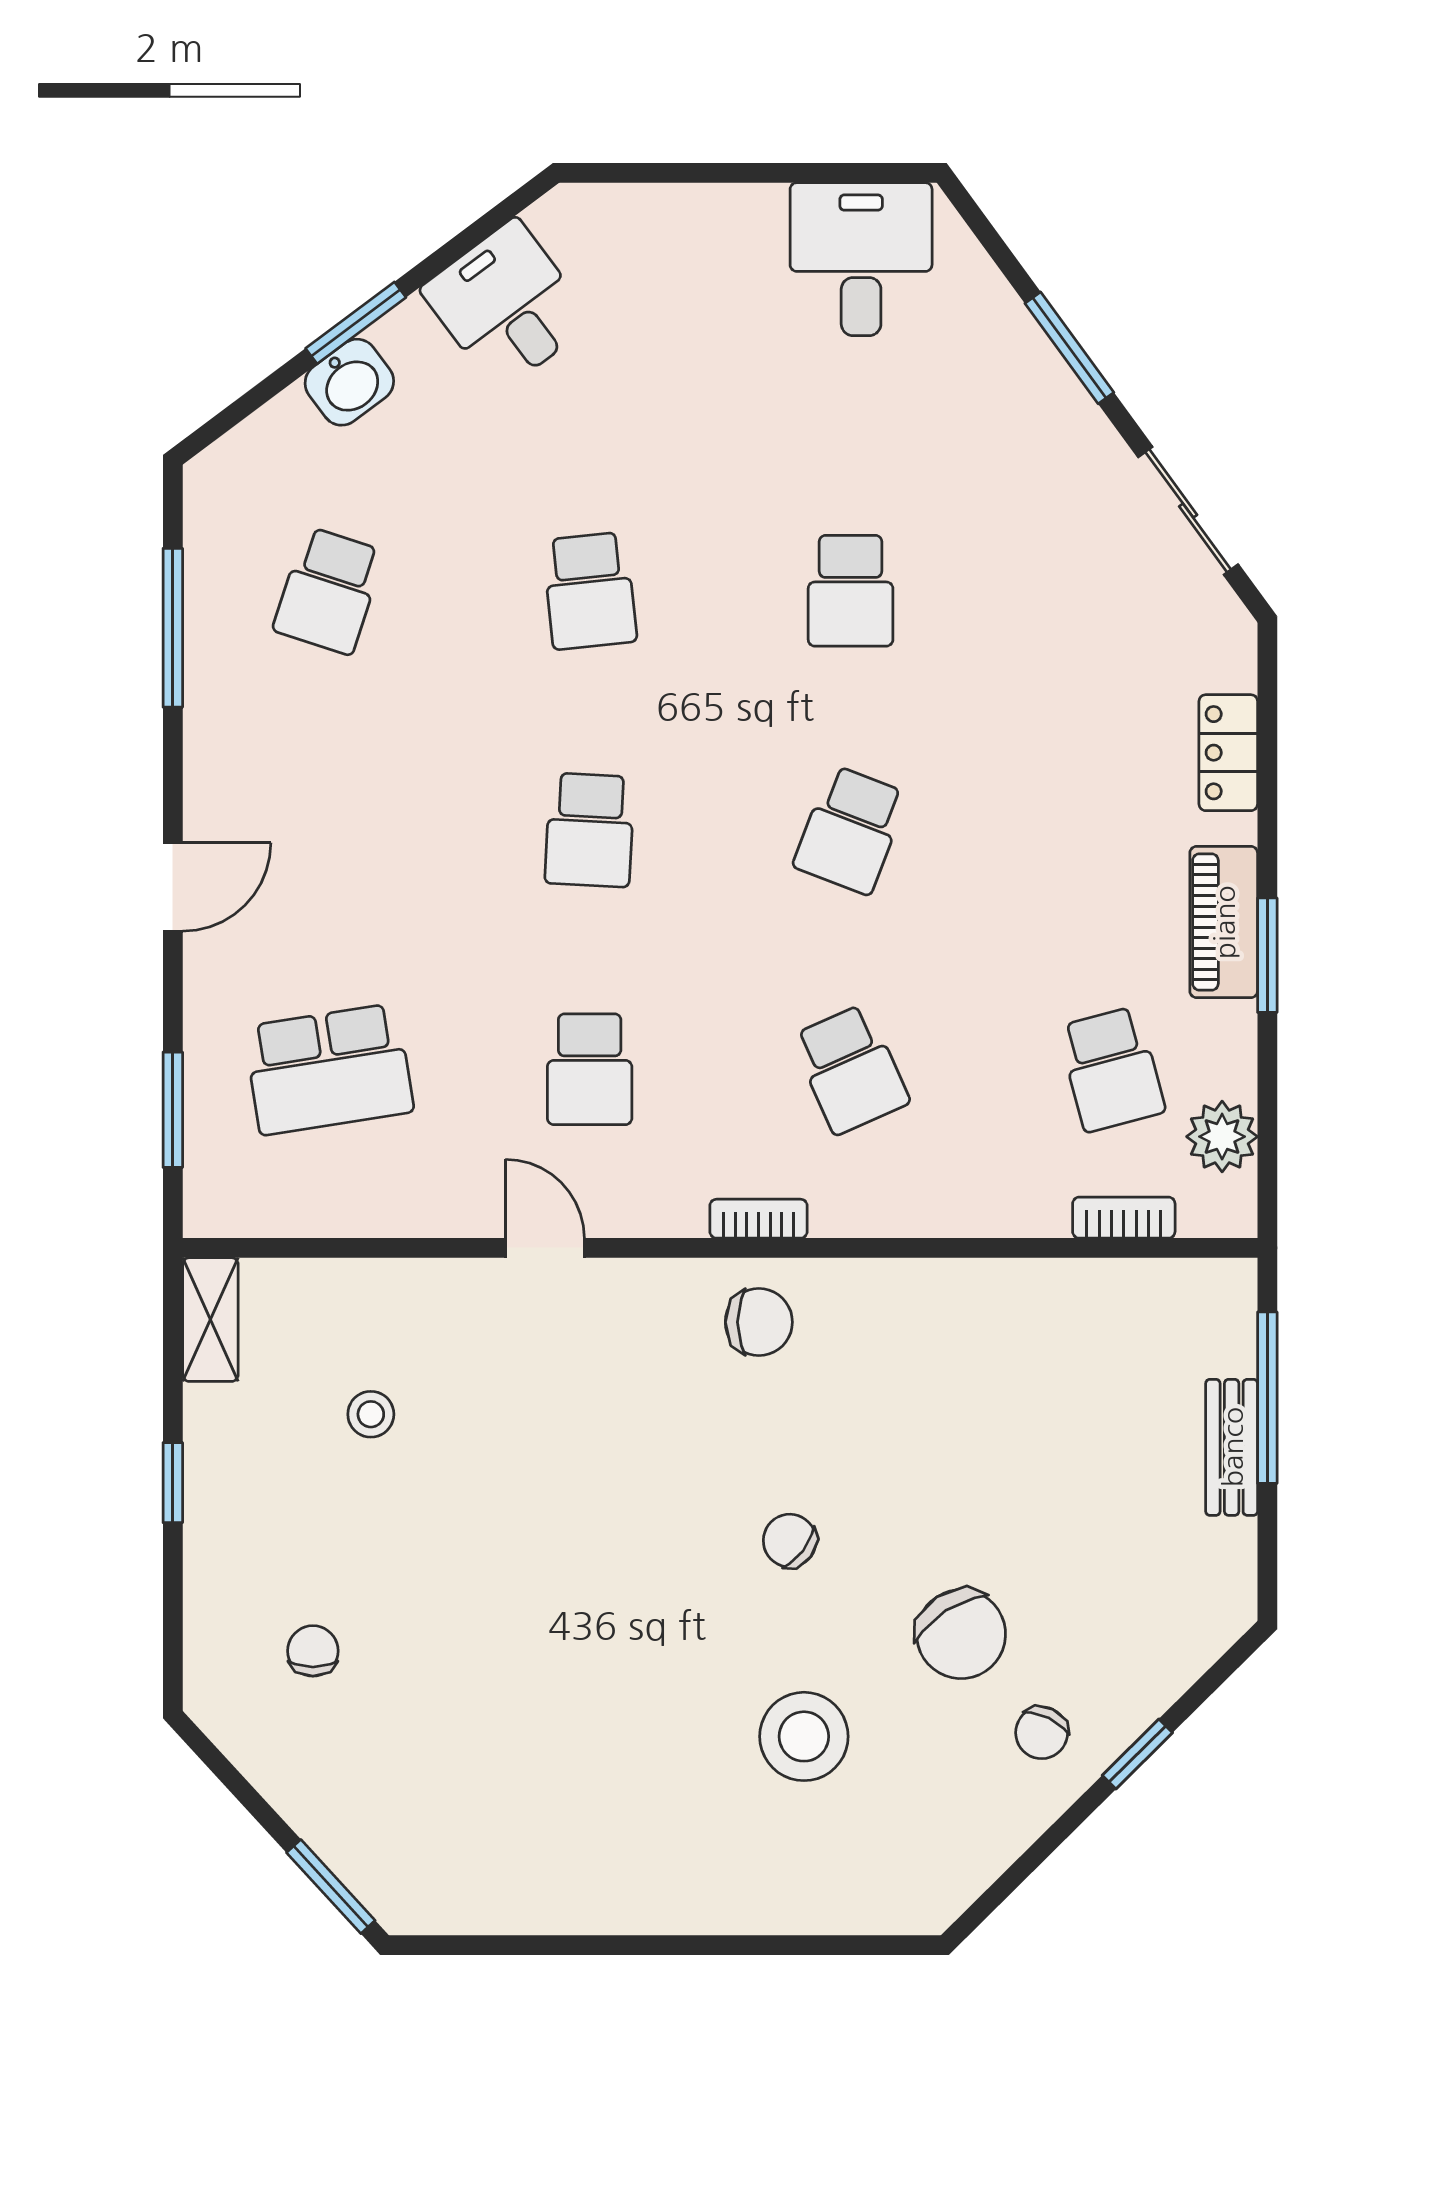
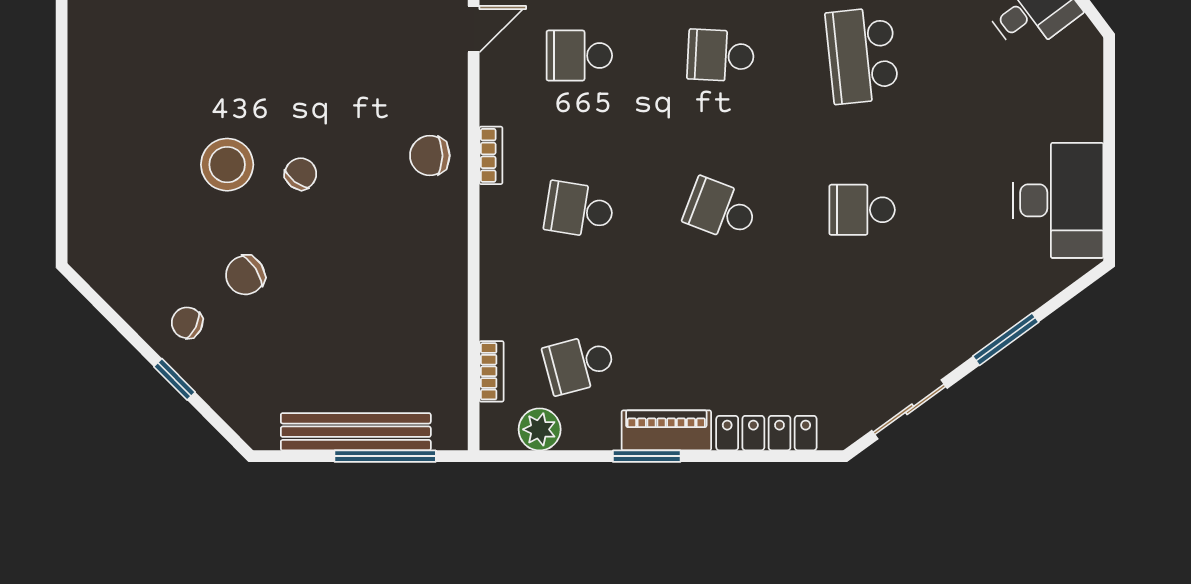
desk: (861, 259) -> (1058, 200), width x1.37
school desk: (590, 591) -> (862, 56), width x1.85
locker: (1228, 753) -> (766, 433), width x1.53
school desk: (851, 1069) -> (579, 210), turned 33
chair: (759, 1322) -> (430, 156), turned 90
bench: (1232, 1447) -> (356, 432), width x1.86, depth x1.21
chair: (961, 1634) -> (245, 275), width x0.73, depth x0.73
stool: (804, 1736) -> (227, 165), moved

